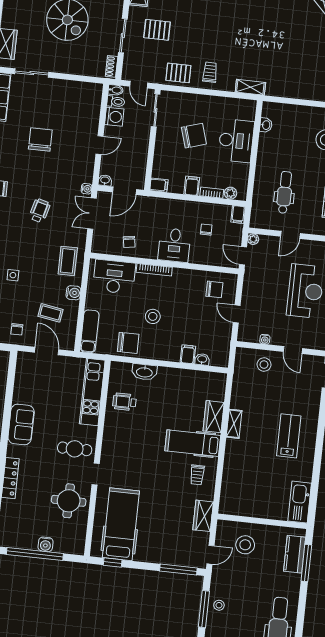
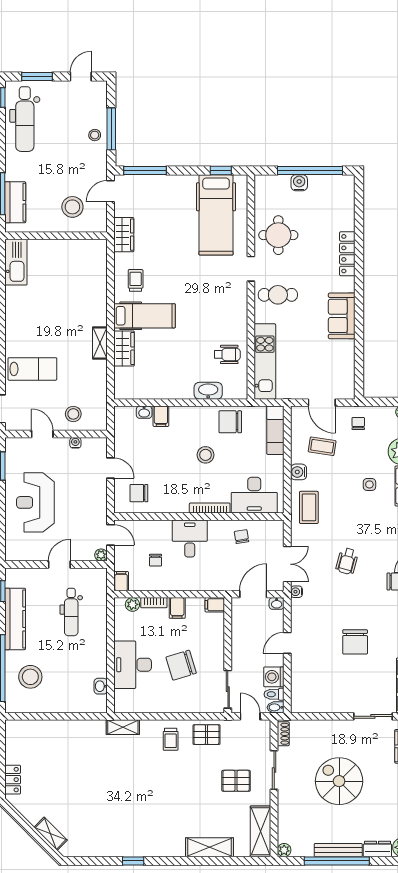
lab bench: (289, 436) -> (32, 369), moved, turned -90

